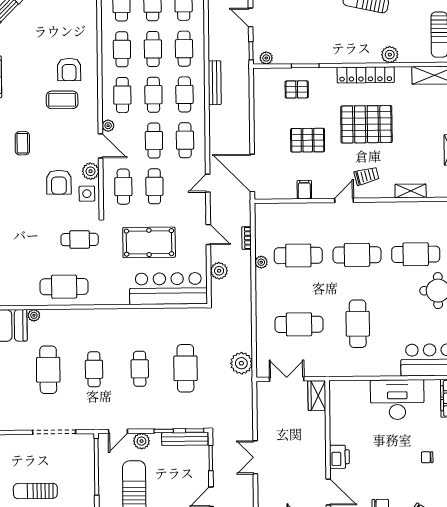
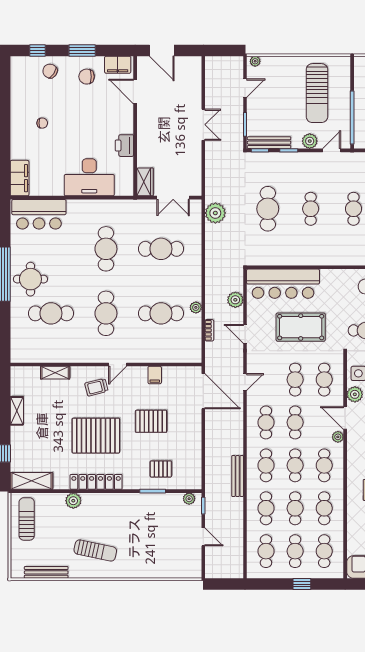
cafe table: (357, 255) -> (106, 313), turned 90
desk: (397, 400) -> (89, 177), moved
printer: (339, 457) -> (124, 146), moved

